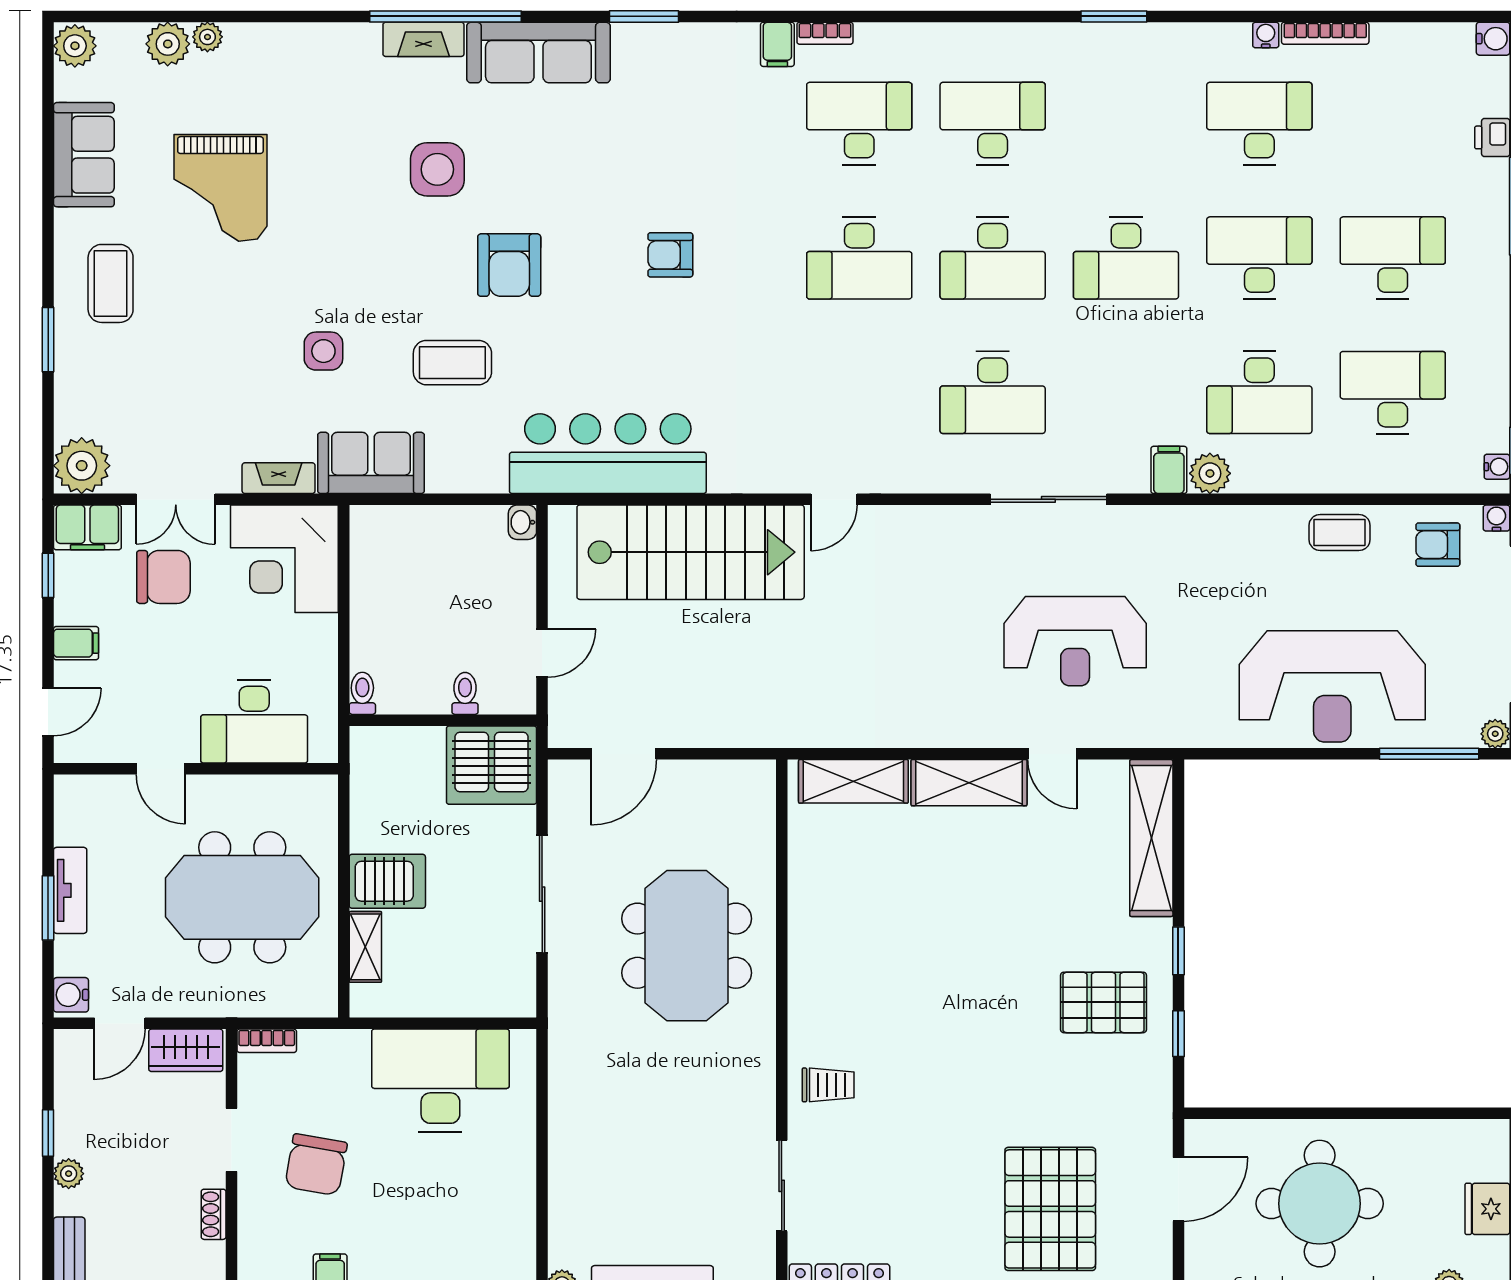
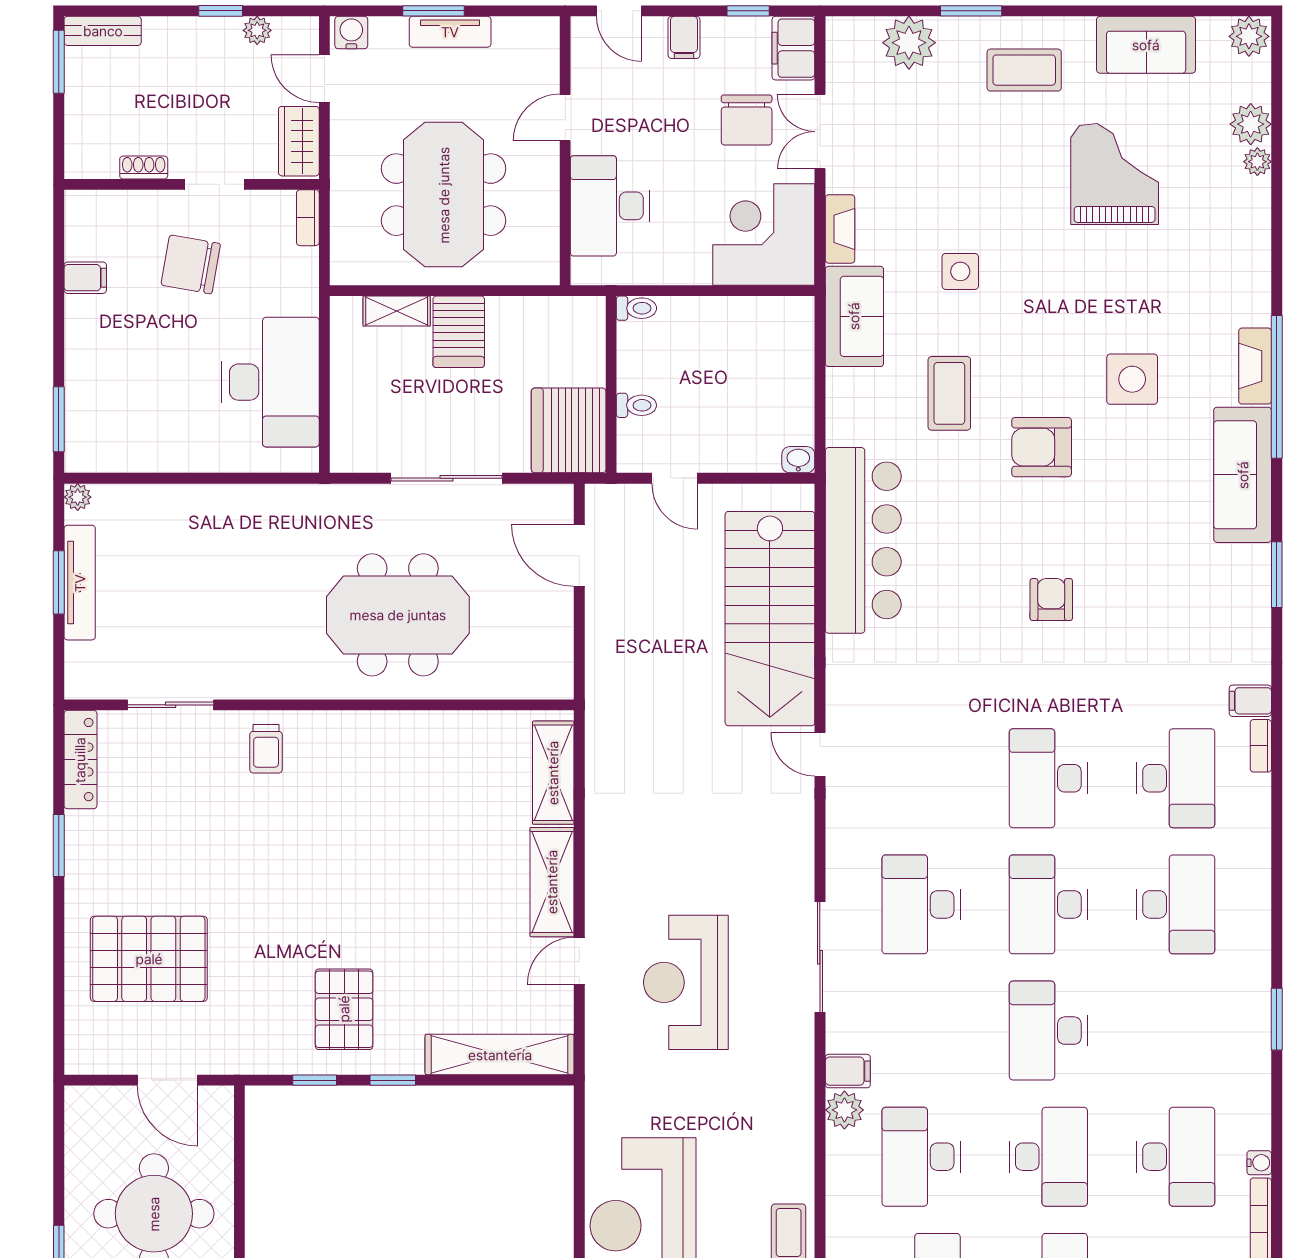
grand piano: (220, 188) -> (1115, 174), turned 90
plant: (82, 466) -> (909, 43), moved
plant: (69, 1174) -> (257, 30), moved

